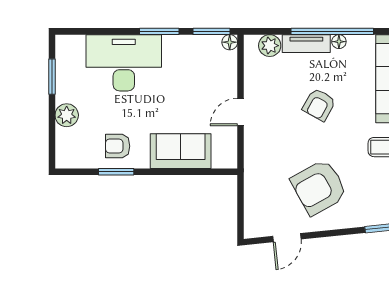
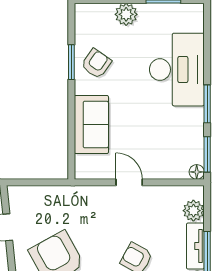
armchair: (118, 146) -> (96, 64), turned 35

